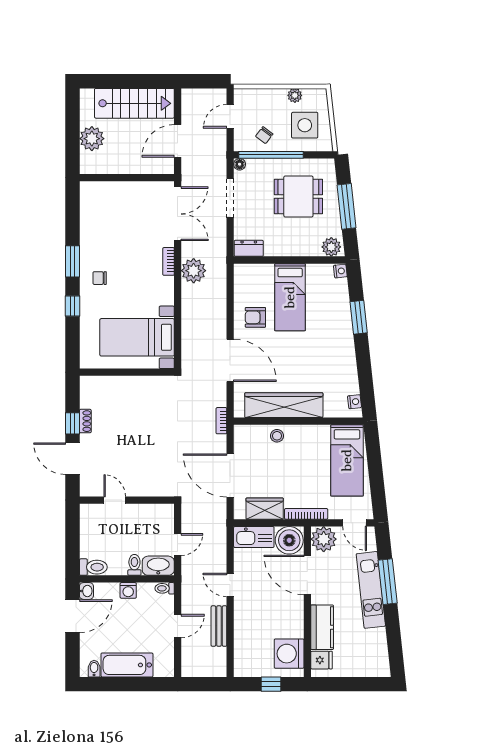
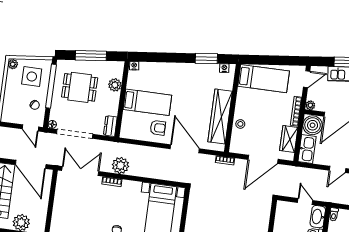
plant: (295, 95) -> (13, 64), moved
door: (230, 116) -> (30, 128), moved
door: (178, 141) -> (31, 164), width x1.36
window: (271, 155) -> (51, 86), moved
dining table: (298, 196) -> (80, 87), turned 90
doorway: (230, 198) -> (75, 134), width x1.36
plant: (331, 247) -> (115, 85), moved
armchair: (255, 317) -> (158, 128), turned -90
window: (359, 317) -> (206, 59), moved
door: (230, 360) -> (185, 149), hinge flipped
plant: (324, 539) -> (310, 105), width x0.53, depth x0.53

